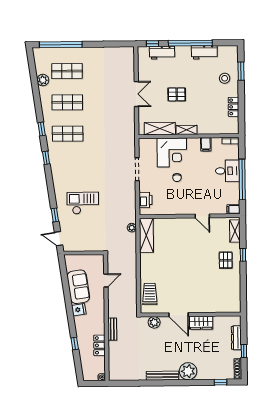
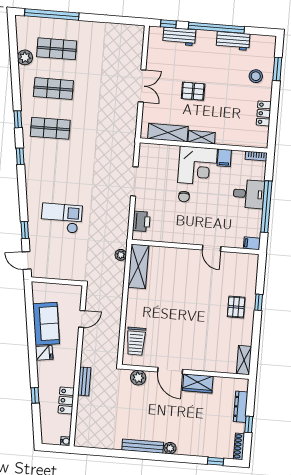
corner desk: (172, 153) -> (197, 166), moved
shelving: (235, 231) -> (244, 360), moved
trolley: (150, 294) -> (136, 341), turned 180
plant: (188, 371) -> (170, 448), width x0.53, depth x0.53

